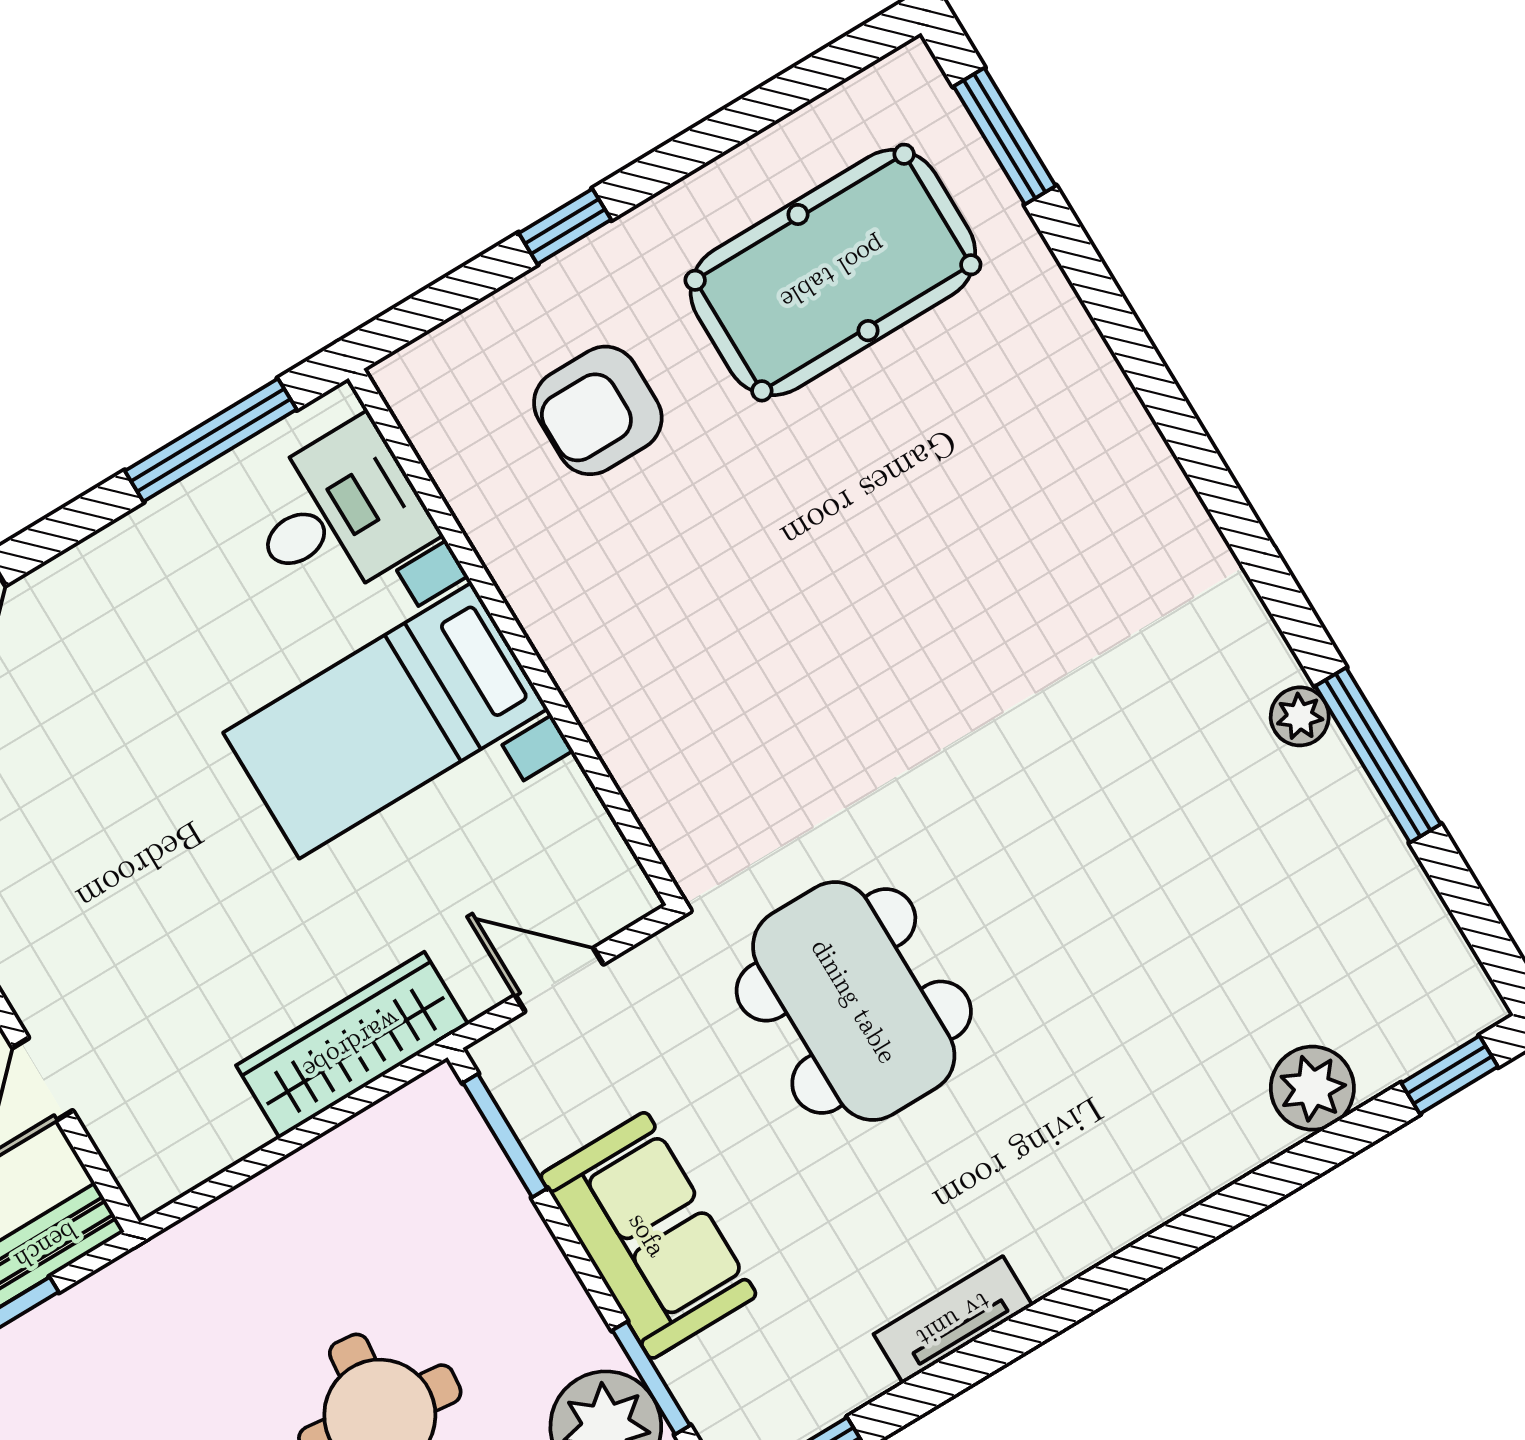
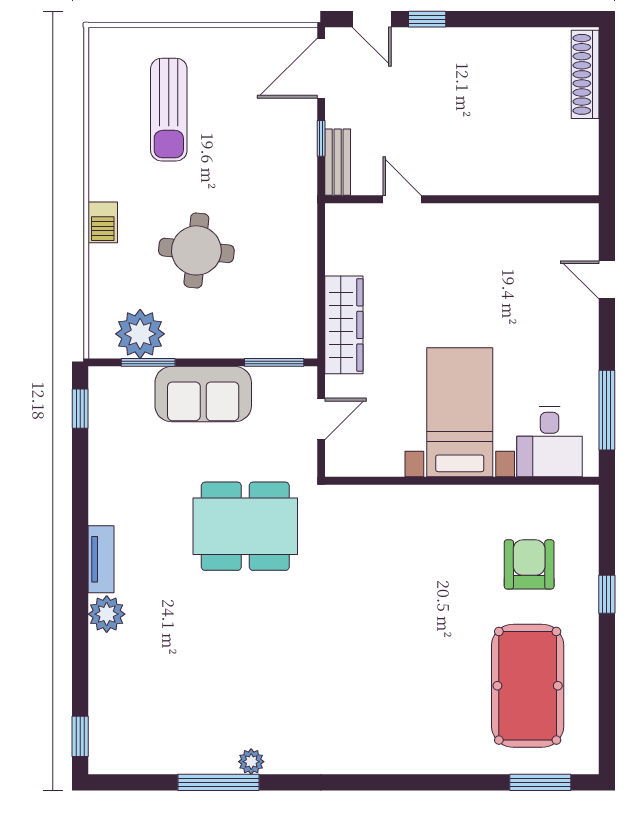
plant: (1312, 1088) -> (107, 614), moved
tv unit: (953, 1320) -> (101, 559), moved

